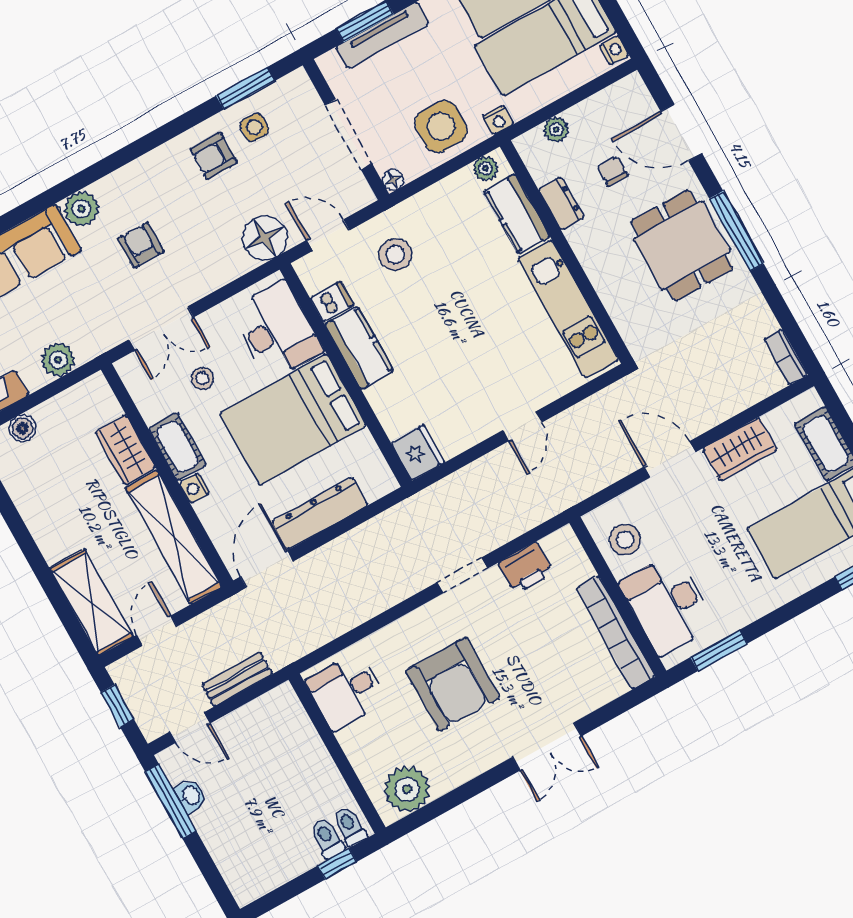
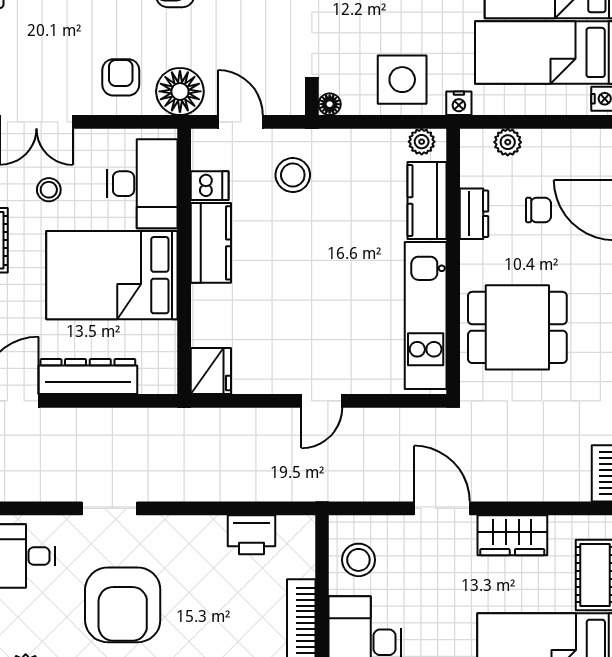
chair: (612, 171) -> (539, 210), turned 90
armchair: (141, 245) -> (121, 77), moved
dining table: (682, 245) -> (517, 327), moved, turned 90
doorway: (462, 575) -> (109, 508), moved

